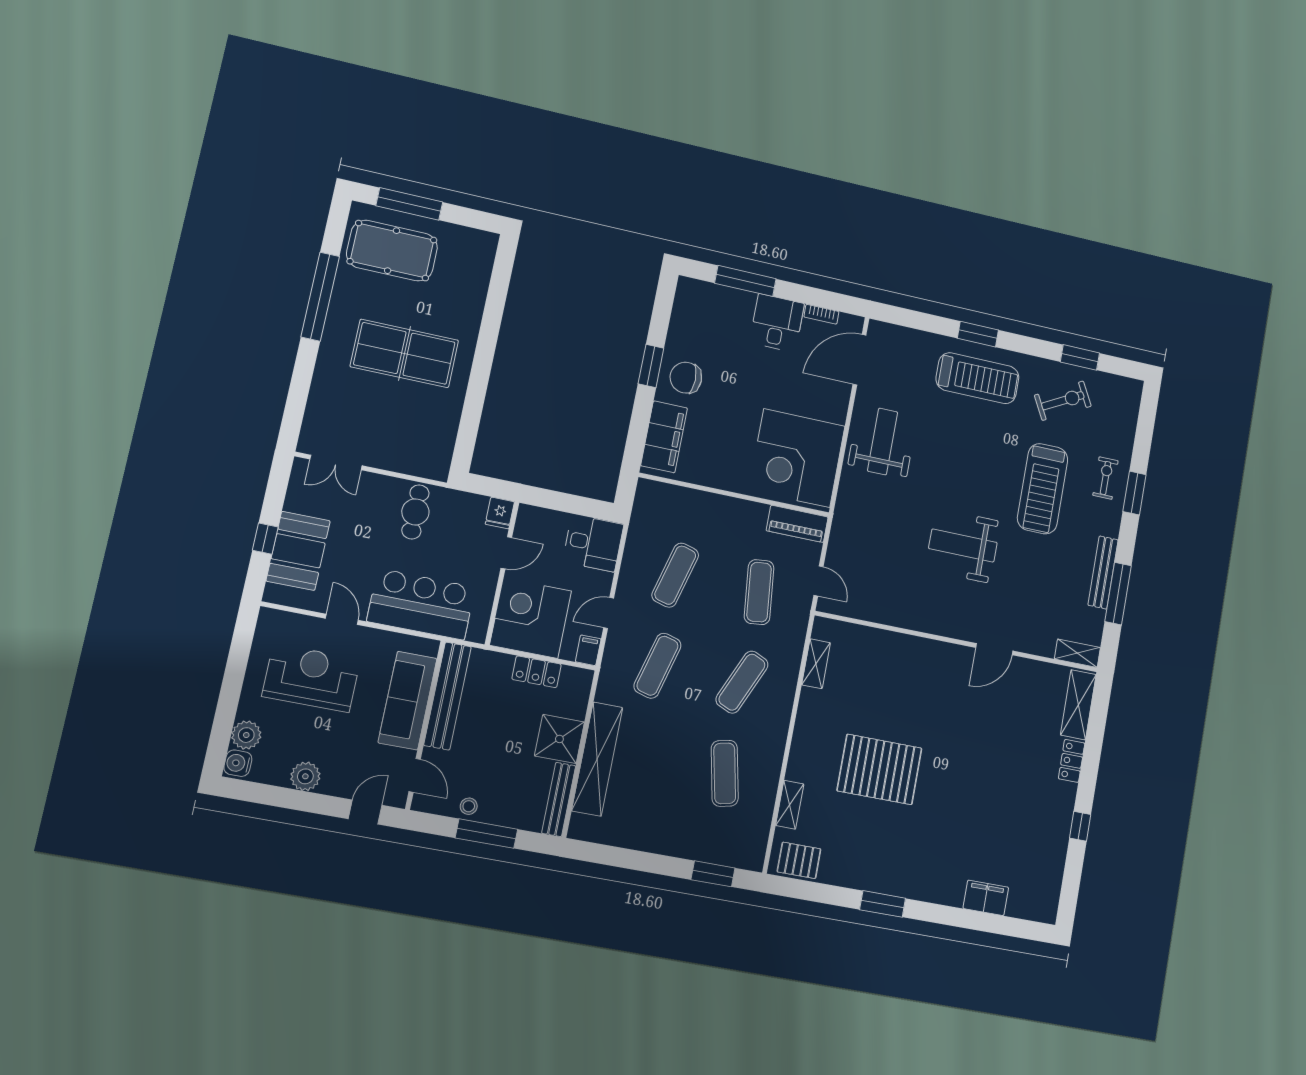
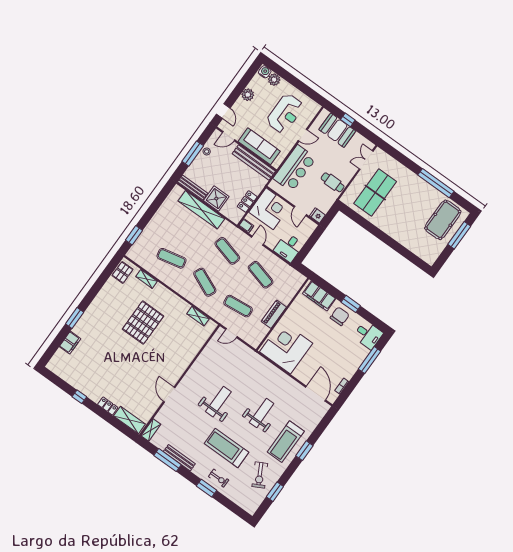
desk: (777, 323) -> (368, 335), moved
table tennis table: (404, 353) -> (375, 192), moved
weight bench: (883, 441) -> (262, 413), moved, turned -90
piano: (797, 524) -> (274, 314), moved
window: (883, 904) -> (75, 318), moved

